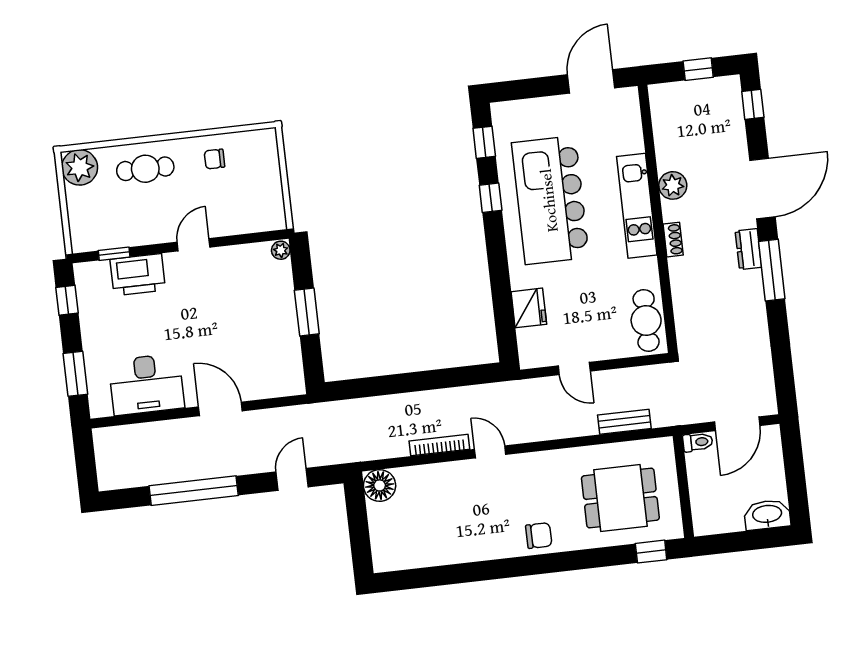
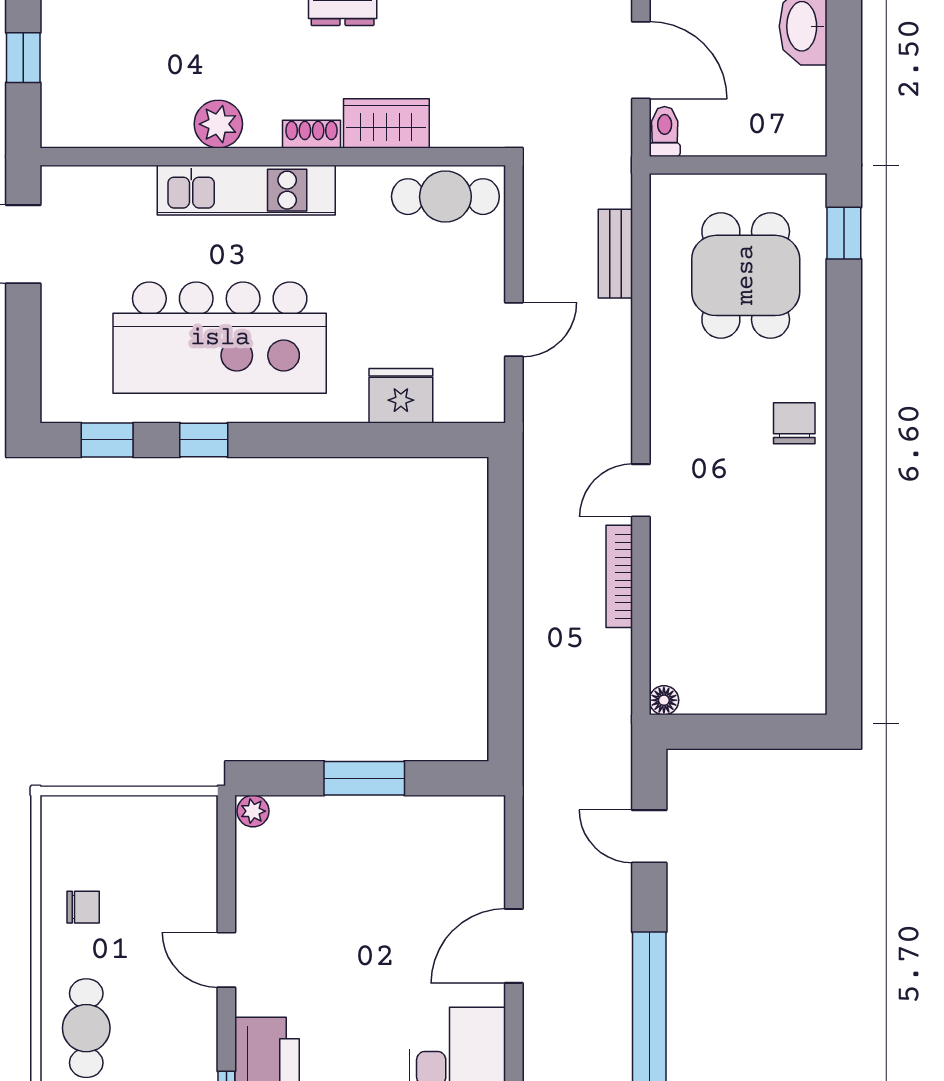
chair: (214, 159) -> (83, 907), turned -90
wardrobe: (684, 282) -> (386, 123), added
floor lamp: (380, 485) -> (664, 700), width x0.53, depth x0.53

